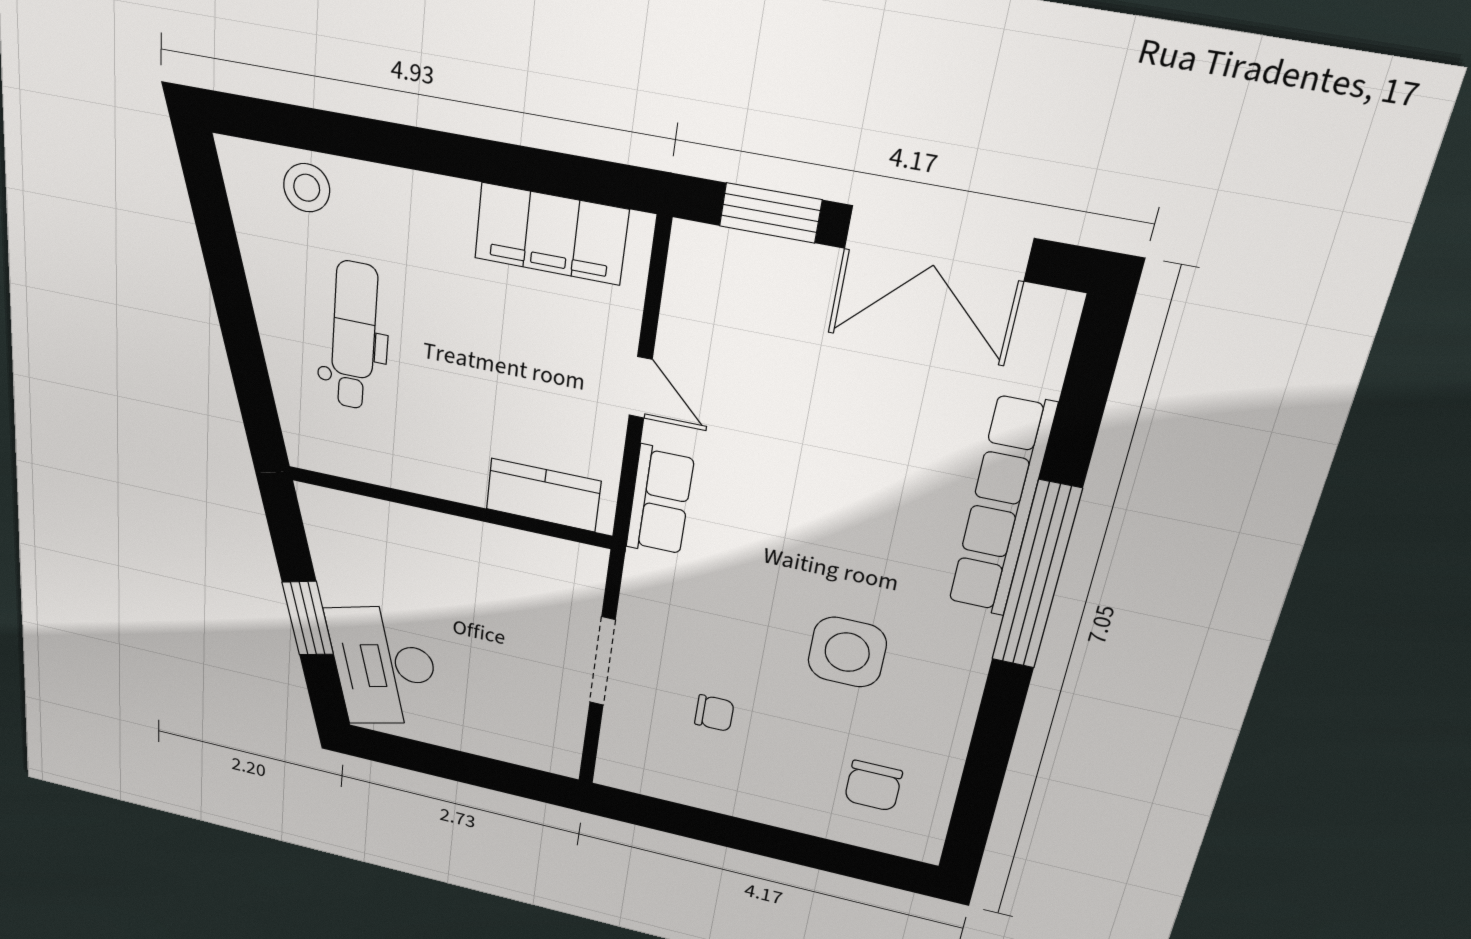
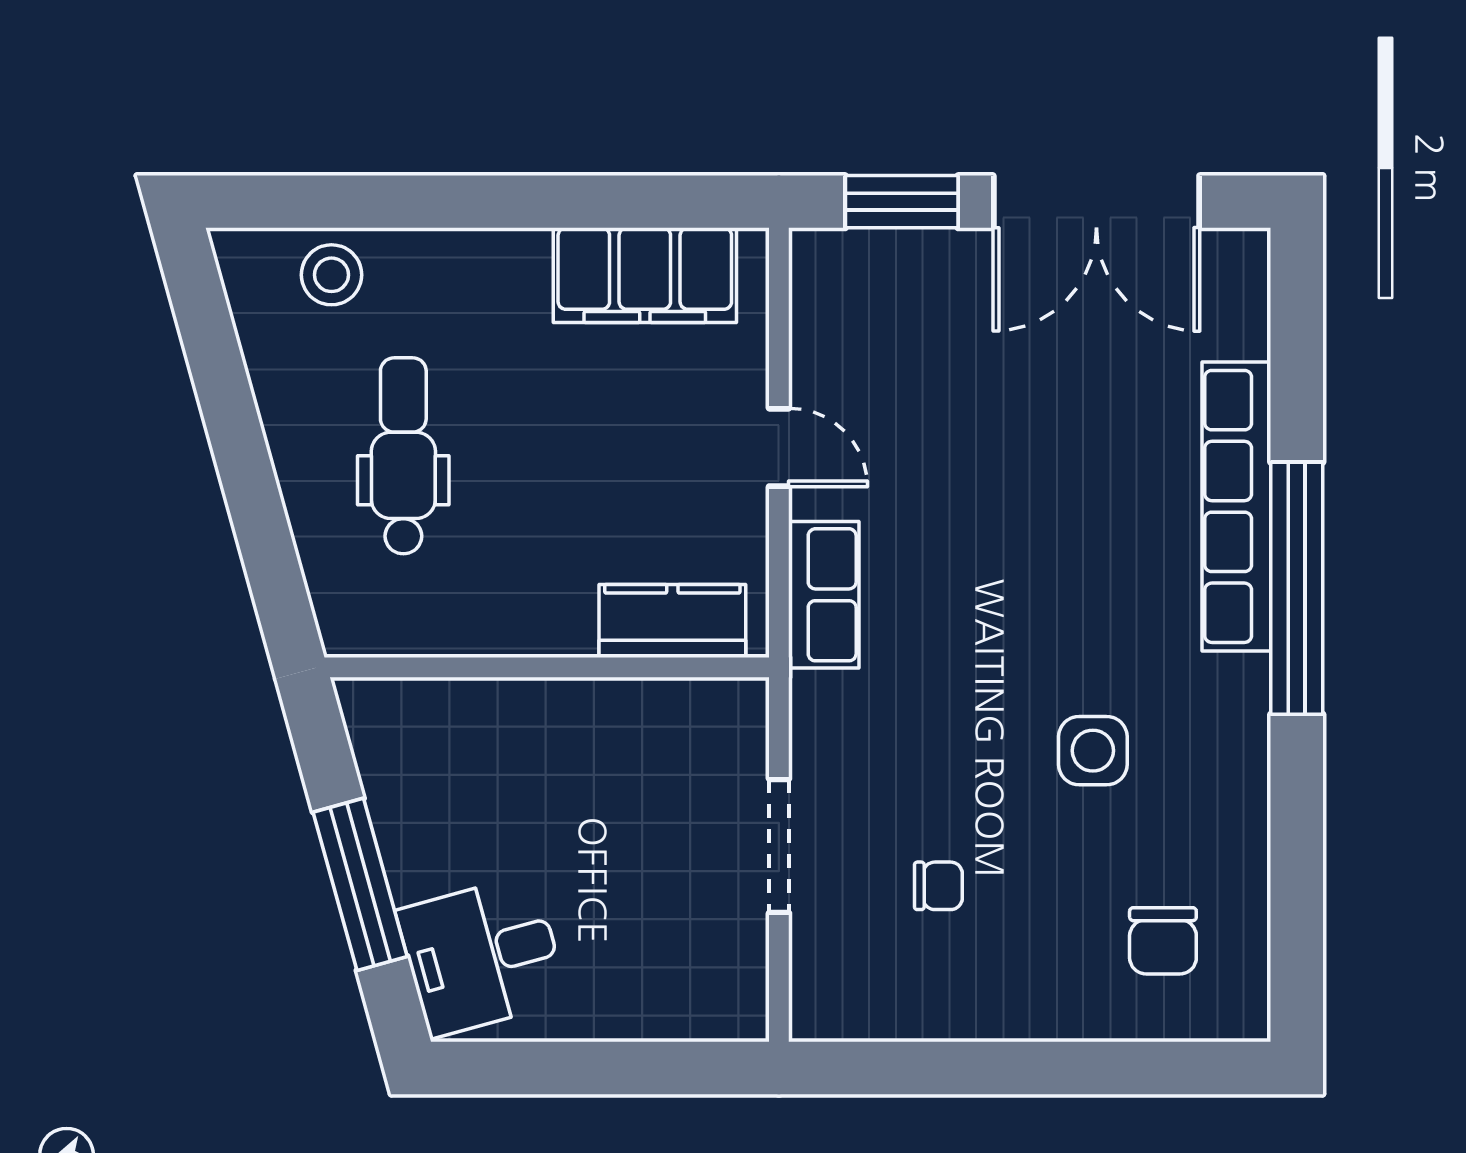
window: (308, 618) -> (360, 884), width x1.44
side table: (847, 652) -> (1093, 751), width x0.73, depth x0.73
desk: (384, 666) -> (482, 956), width x0.73

